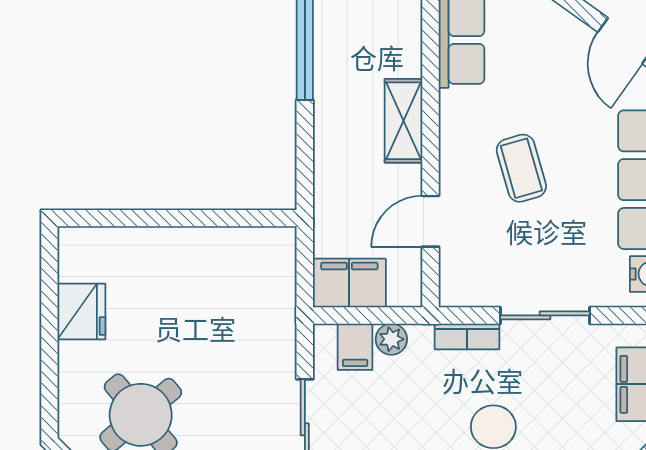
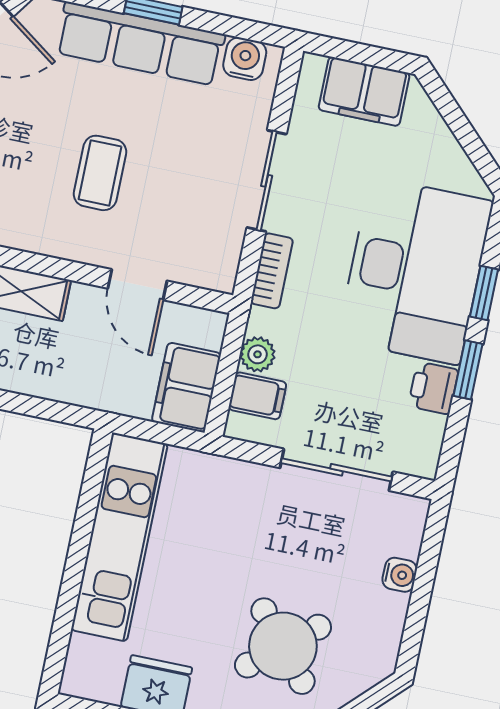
coffee table: (521, 168) -> (100, 173), turned -74
kitchen unit: (206, 252) -> (119, 537), added

